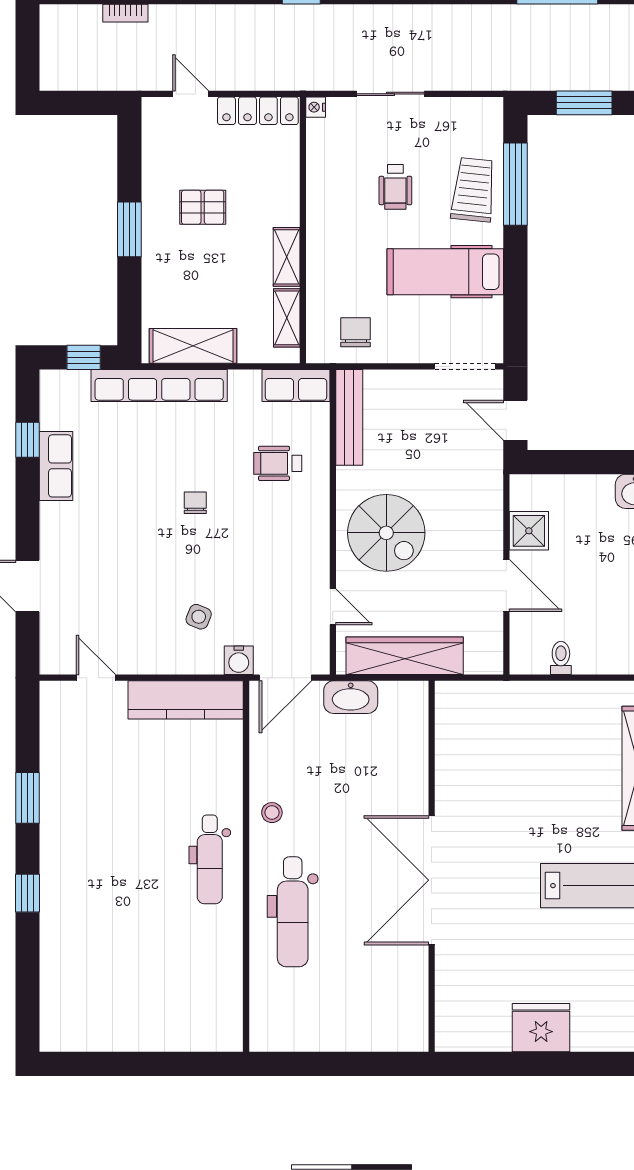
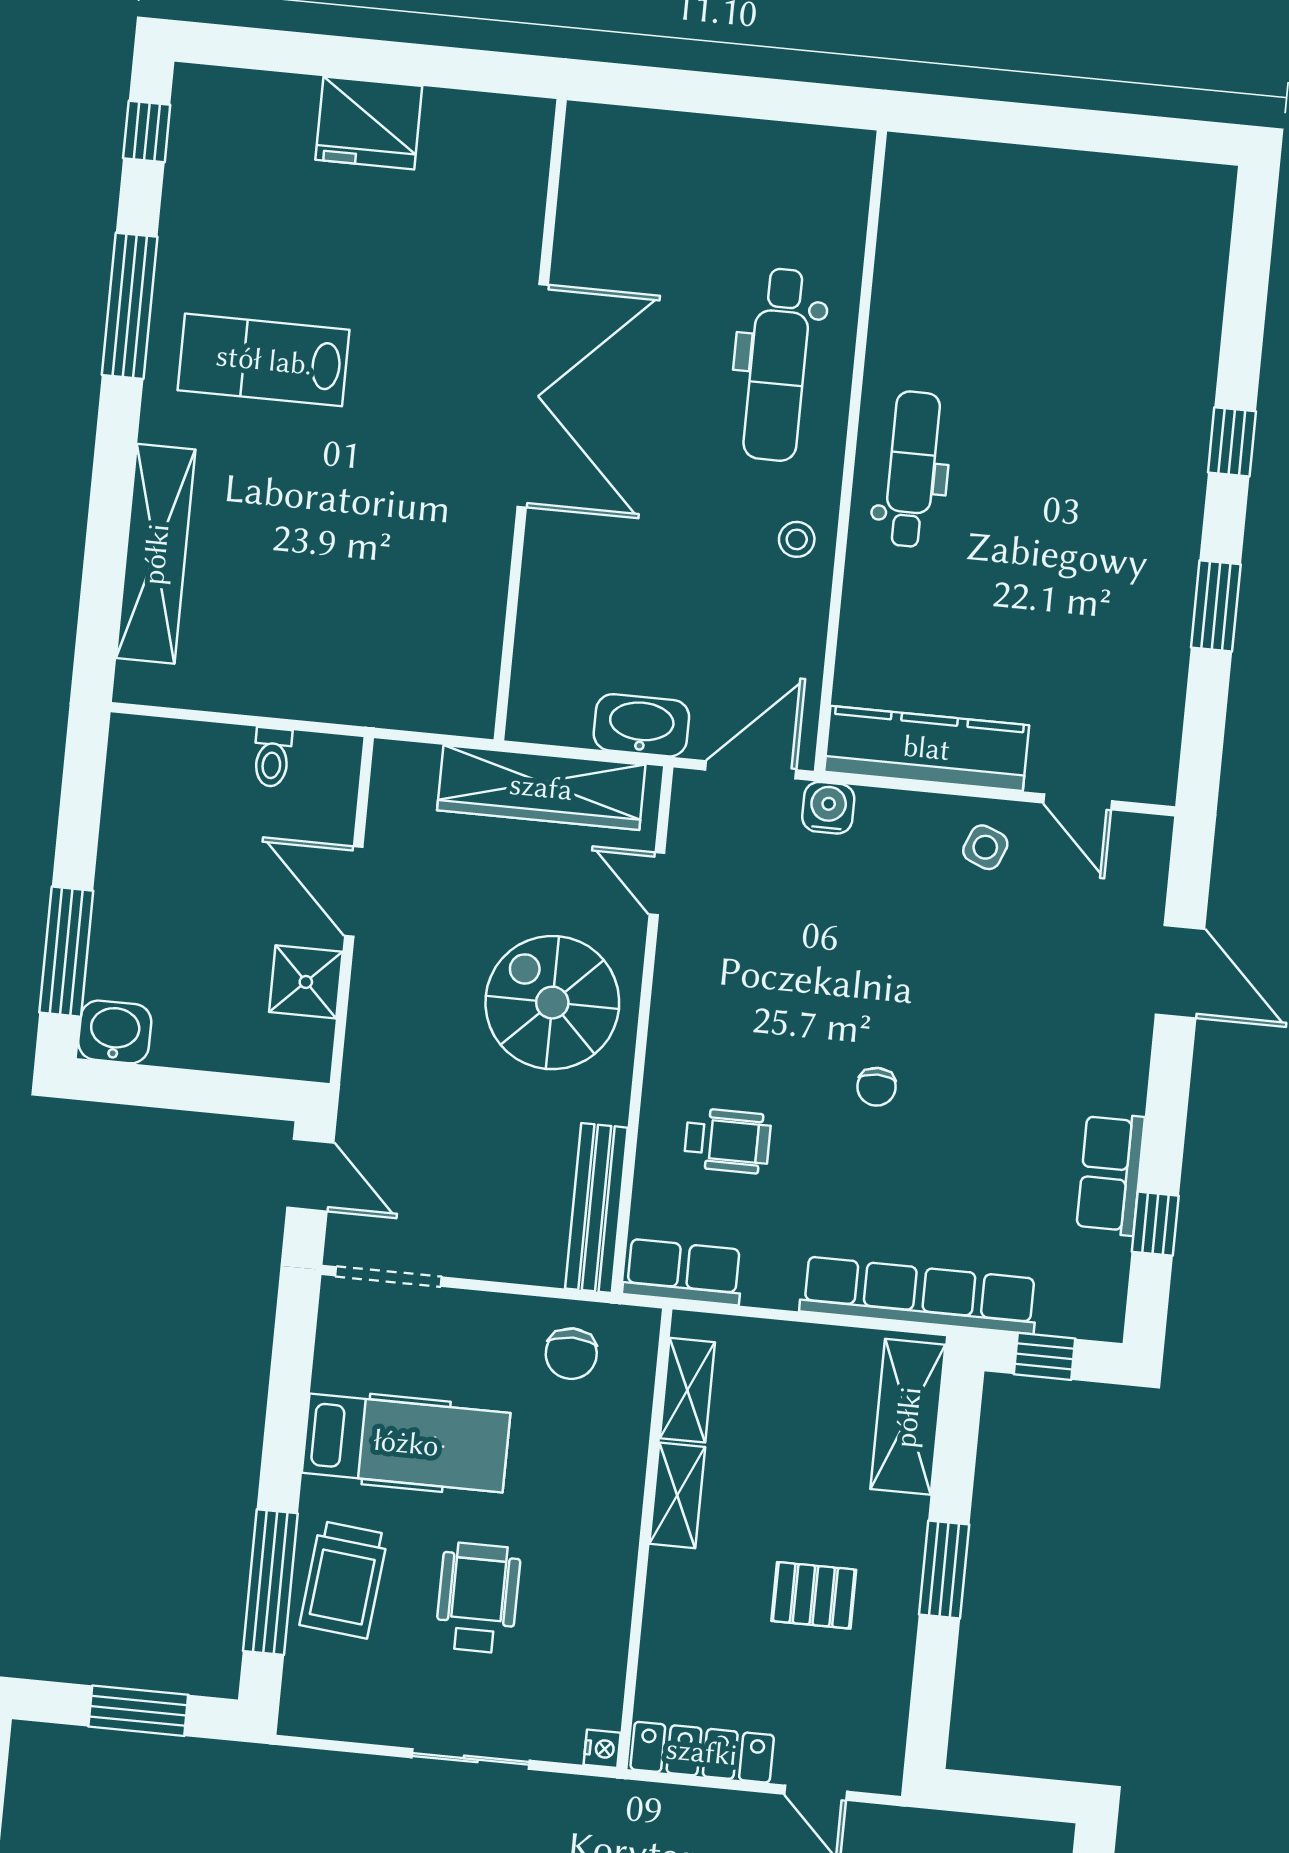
wheelchair: (395, 187) -> (478, 1598), width x1.36, depth x1.37
shelving: (193, 346) -> (908, 1417), moved, turned 90
side table: (199, 617) -> (985, 847), moved
dental chair: (293, 912) -> (778, 365), turned 180

